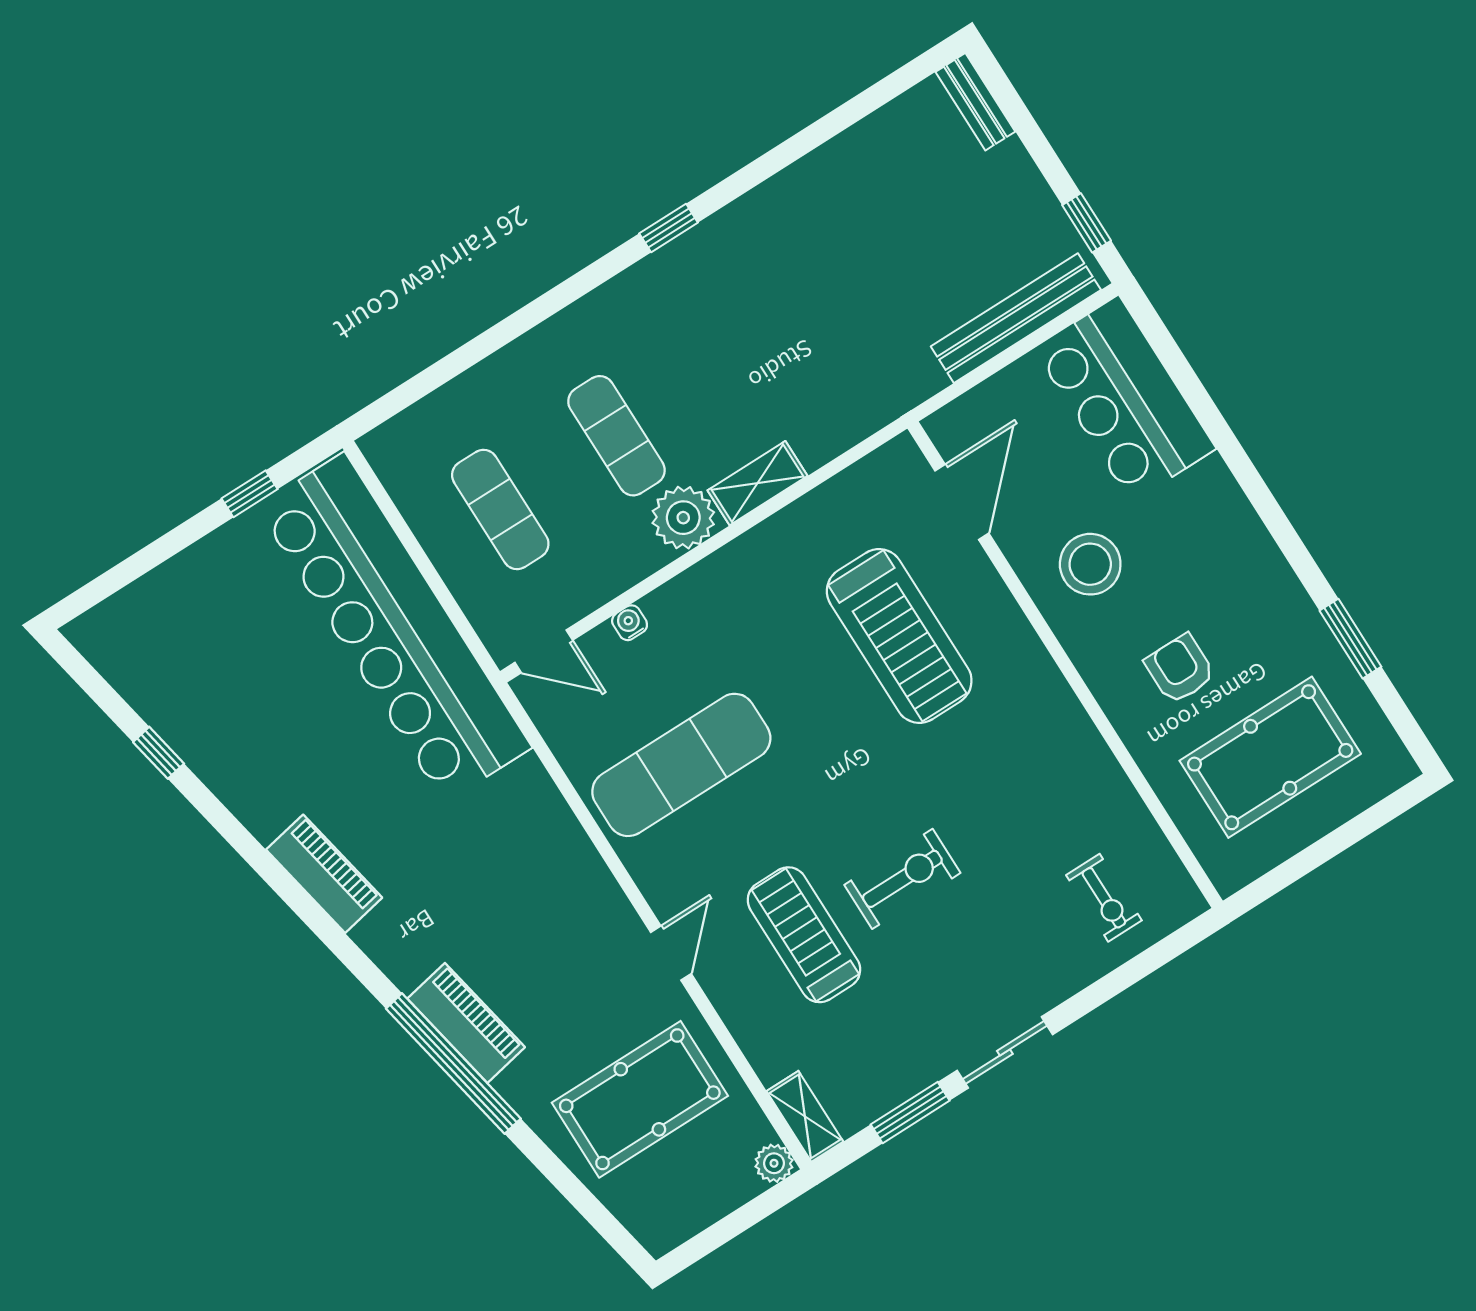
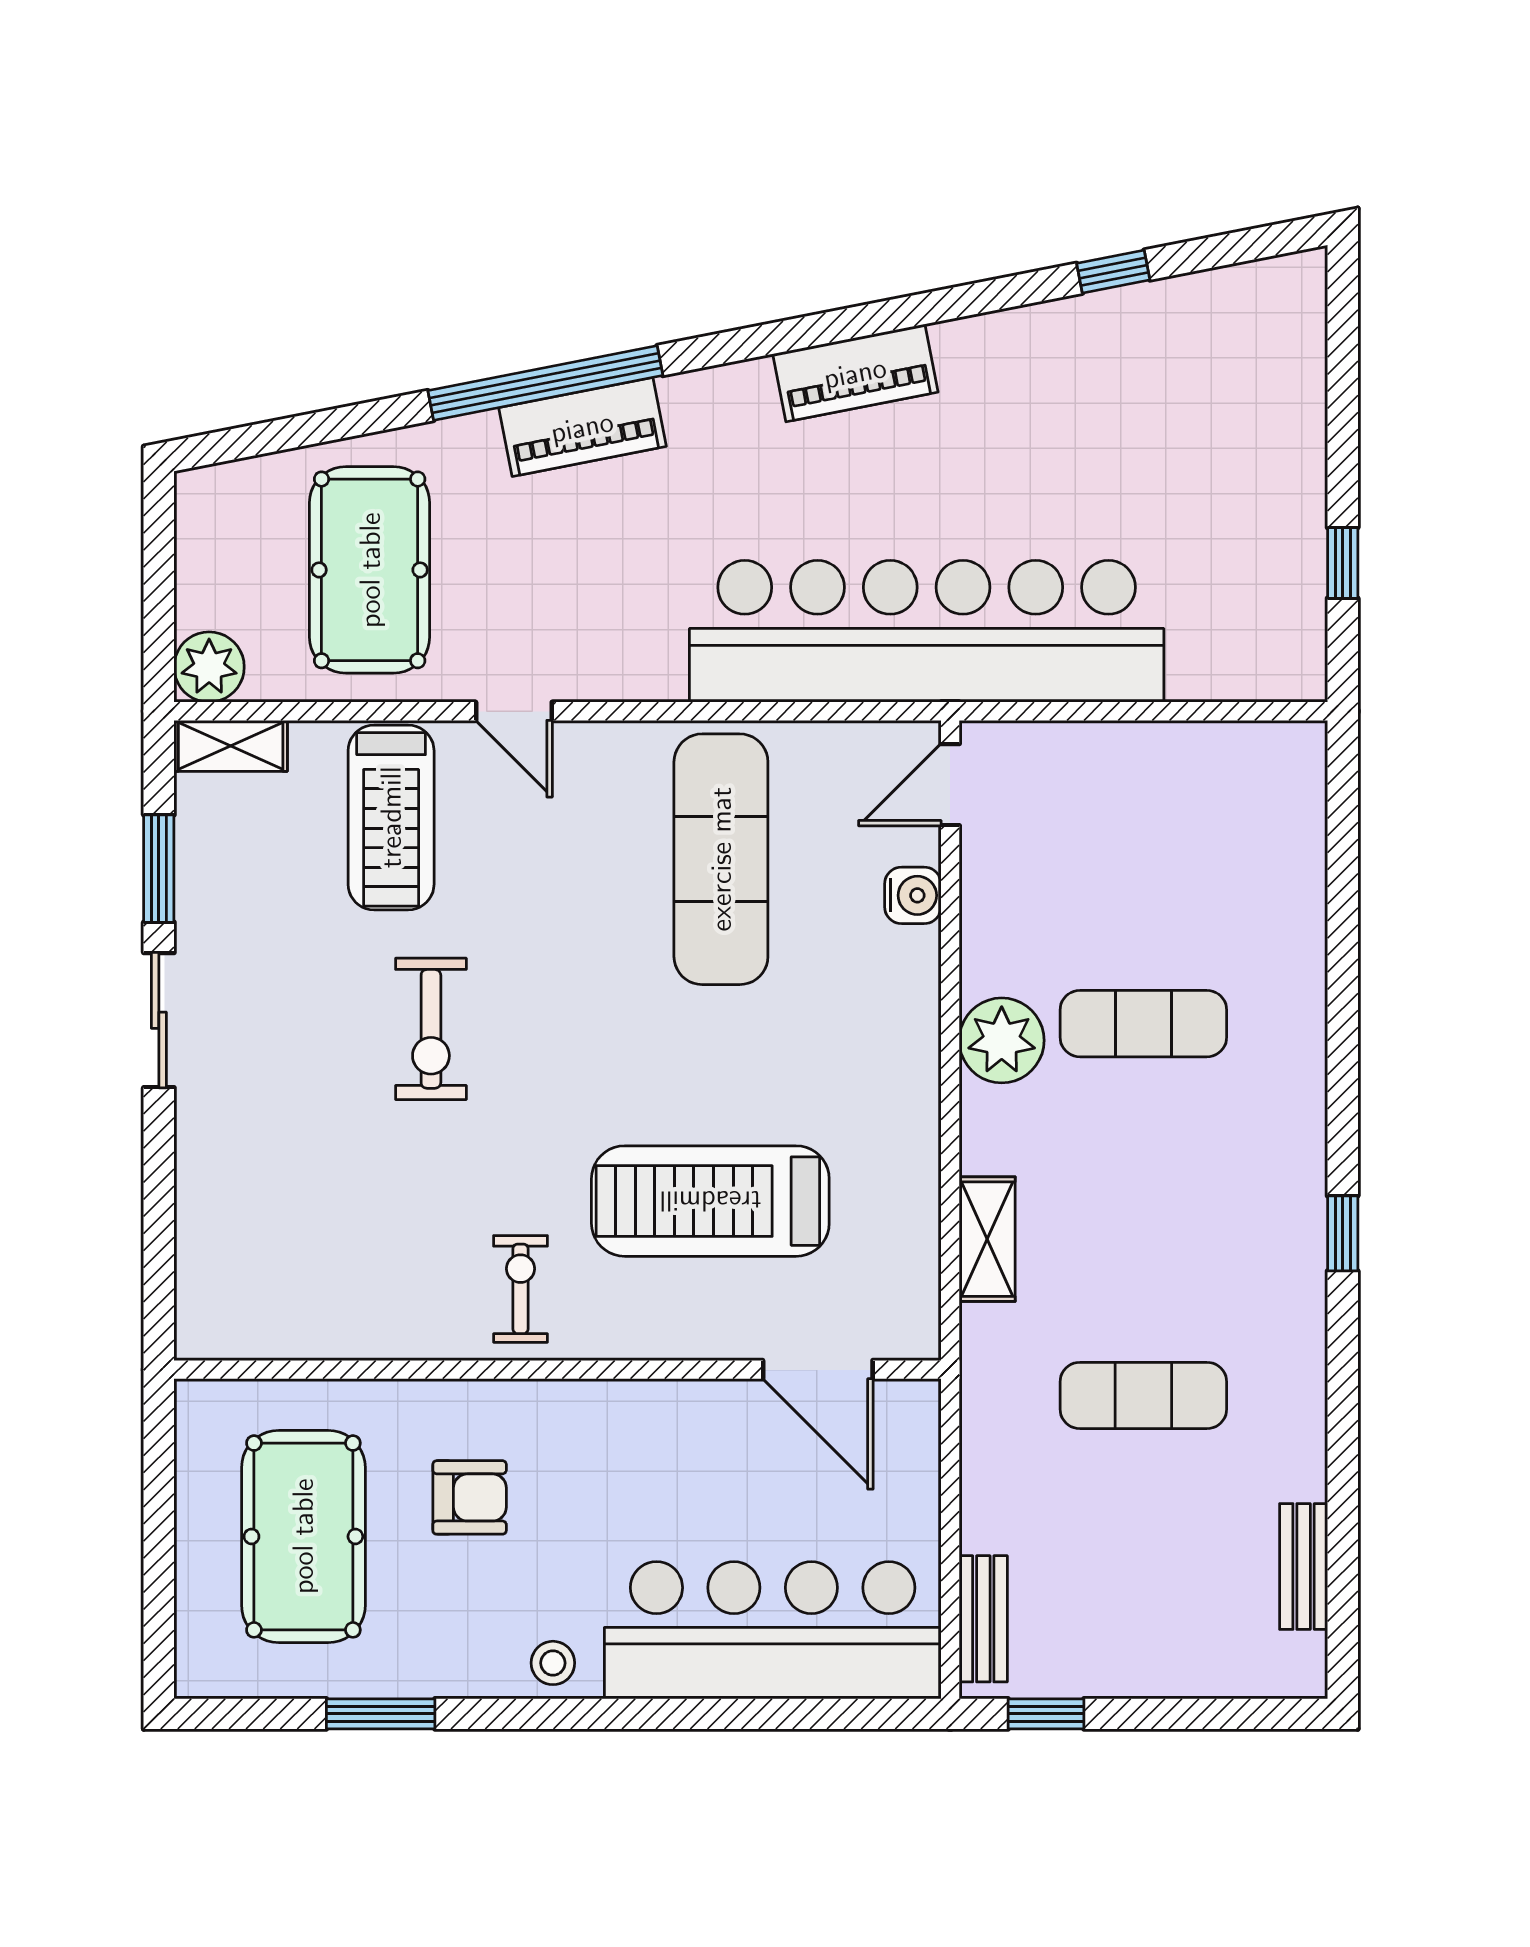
bench: (975, 102) -> (1304, 1567), moved, turned 90
bench: (1016, 318) -> (983, 1619), width x0.54, depth x0.82
bar counter: (1125, 399) -> (773, 1630), width x1.36
shelving: (757, 483) -> (987, 1239), moved
exercise mat: (500, 509) -> (1143, 1395), moved
stool: (1090, 564) -> (553, 1663), moved, width x0.53, depth x0.53
water cooler: (630, 623) -> (913, 895), width x1.38, depth x1.38
bar counter: (394, 627) -> (927, 631), moved
exercise bike: (1104, 898) -> (521, 1289), moved, turned 90
treadmill: (804, 935) -> (391, 817), moved, turned 90
plant: (774, 1163) -> (209, 667), width x1.38, depth x1.38

